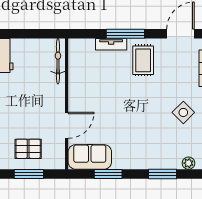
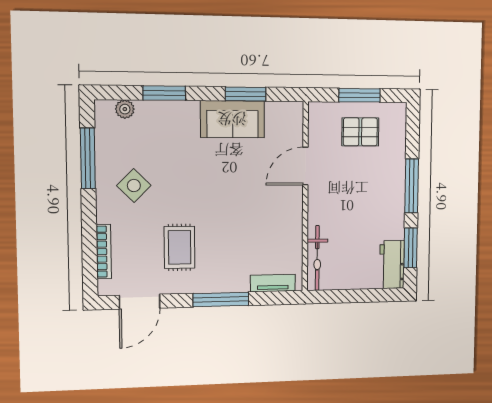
tv unit: (111, 44) -> (273, 283), moved
rug: (143, 60) -> (180, 247), moved
sofa: (90, 157) -> (232, 119), moved

